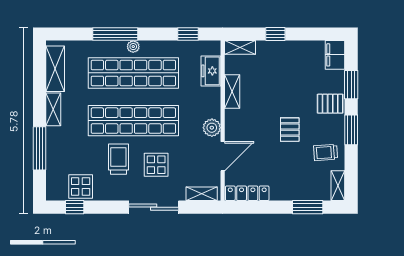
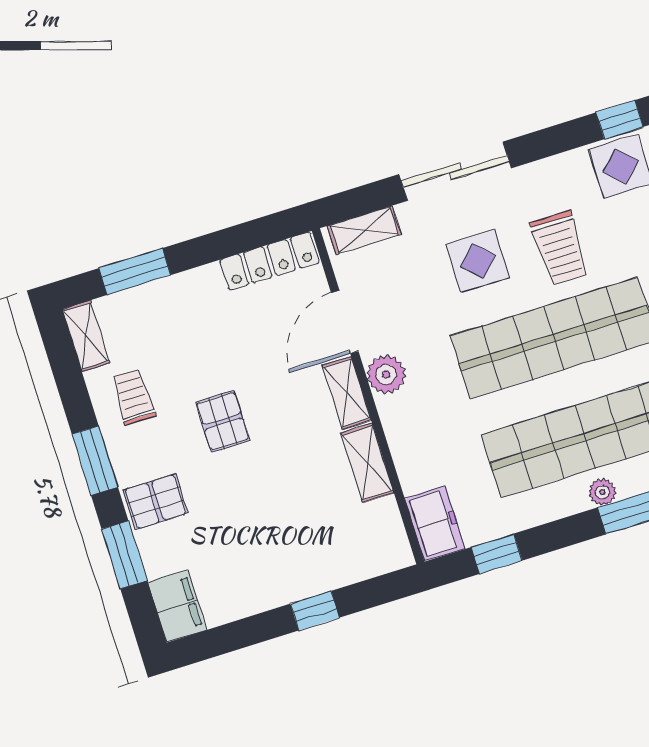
shelving: (240, 47) -> (347, 393), moved, turned 90
freezer: (211, 71) -> (435, 523), moved
trolley: (326, 152) -> (133, 397), turned -86

